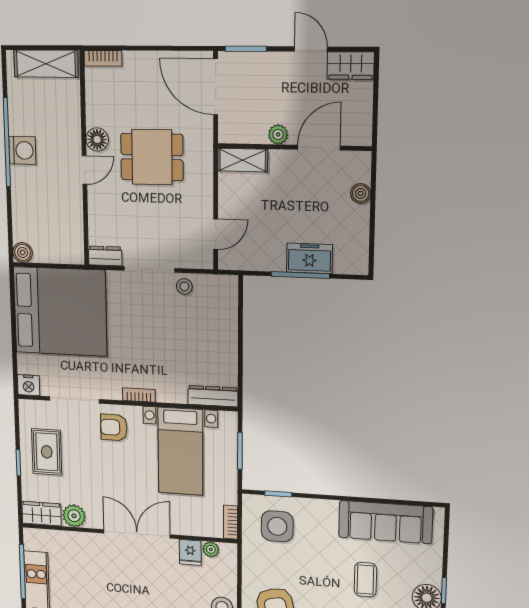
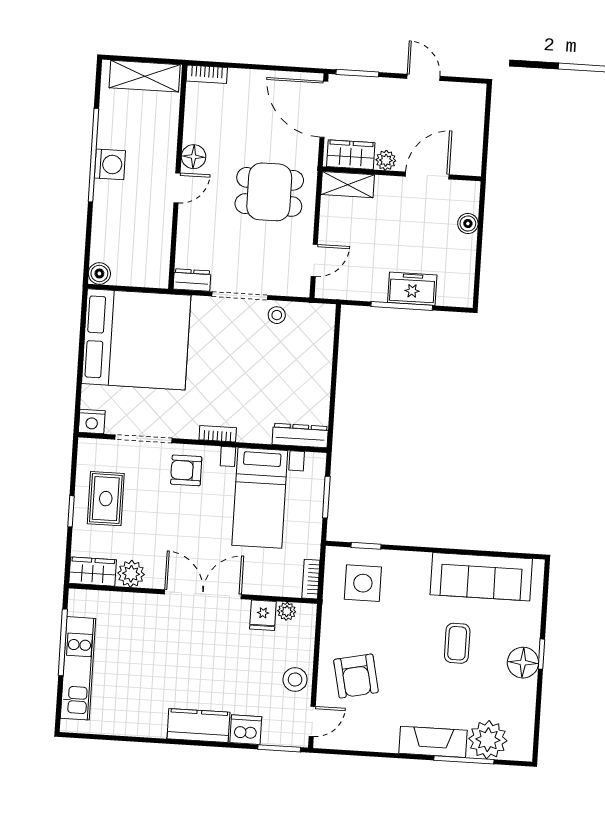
wardrobe: (351, 66) -> (351, 155), moved, turned 180
dining table: (152, 157) -> (269, 192), moved

